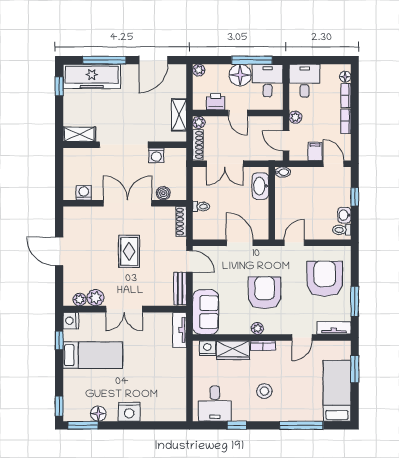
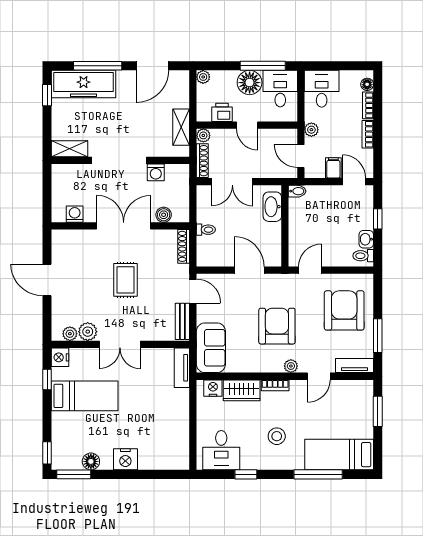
plant: (257, 328) -> (291, 366), moved
bed: (337, 391) -> (339, 455), moved, turned -90

